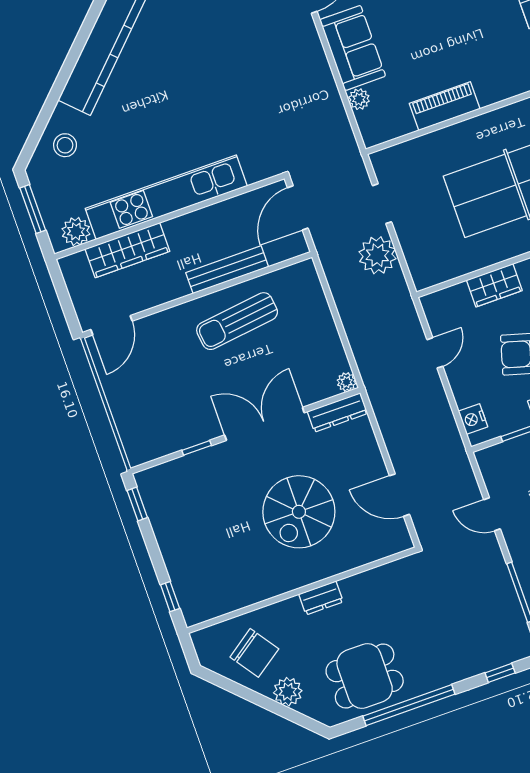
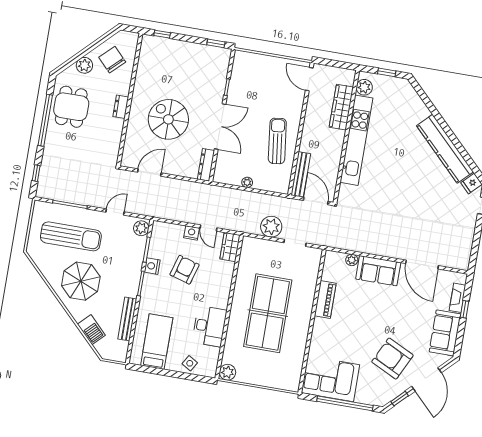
stool: (65, 145) -> (409, 105), removed
window: (33, 209) -> (387, 72), width x0.67
bench: (227, 270) -> (301, 174), moved
wardrobe: (494, 285) -> (230, 247), moved
plant: (347, 382) -> (247, 182), moved
nightstand: (473, 419) -> (191, 233), moved
plant: (494, 459) -> (141, 228), added
chair: (254, 653) -> (112, 60), turned 81

